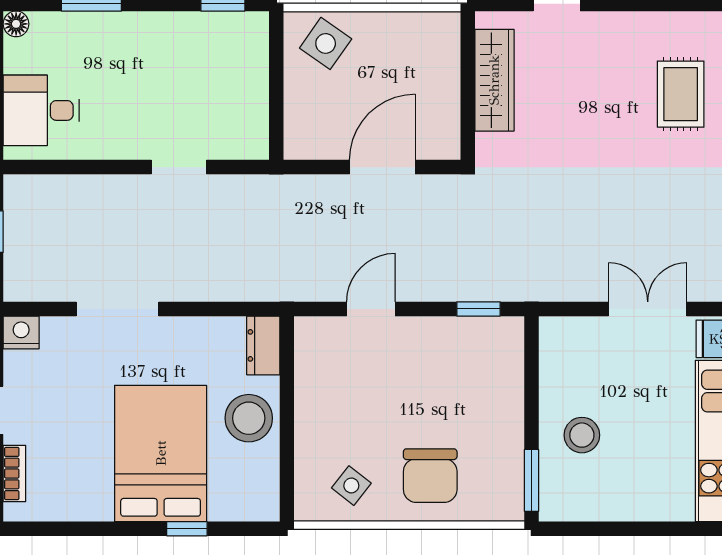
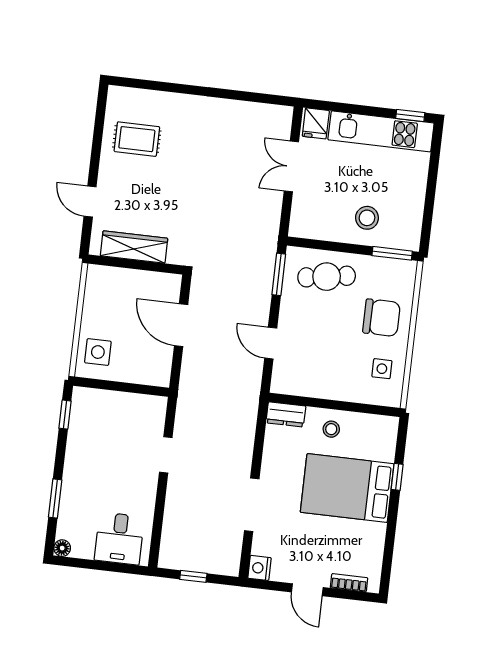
side table: (326, 43) -> (98, 352), turned -35
rug: (681, 94) -> (137, 139), moved
window: (478, 309) -> (279, 274), width x1.50
cafe table: (484, 383) -> (327, 277), added
stool: (249, 418) -> (331, 429), width x0.53, depth x0.53
side table: (351, 486) -> (382, 369), turned -38

